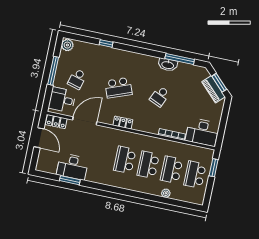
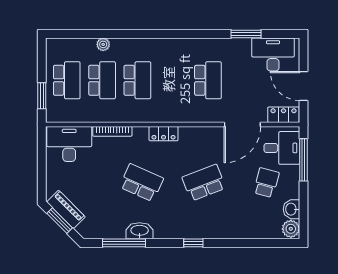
window: (106, 43) -> (193, 243), moved
washbasin: (64, 58) -> (291, 209), added
window: (53, 71) -> (303, 160), moved
school desk: (160, 96) -> (141, 183), width x1.85
locker: (123, 123) -> (164, 134), moved
school desk: (125, 160) -> (208, 80), moved
desk: (72, 167) -> (273, 54), moved

